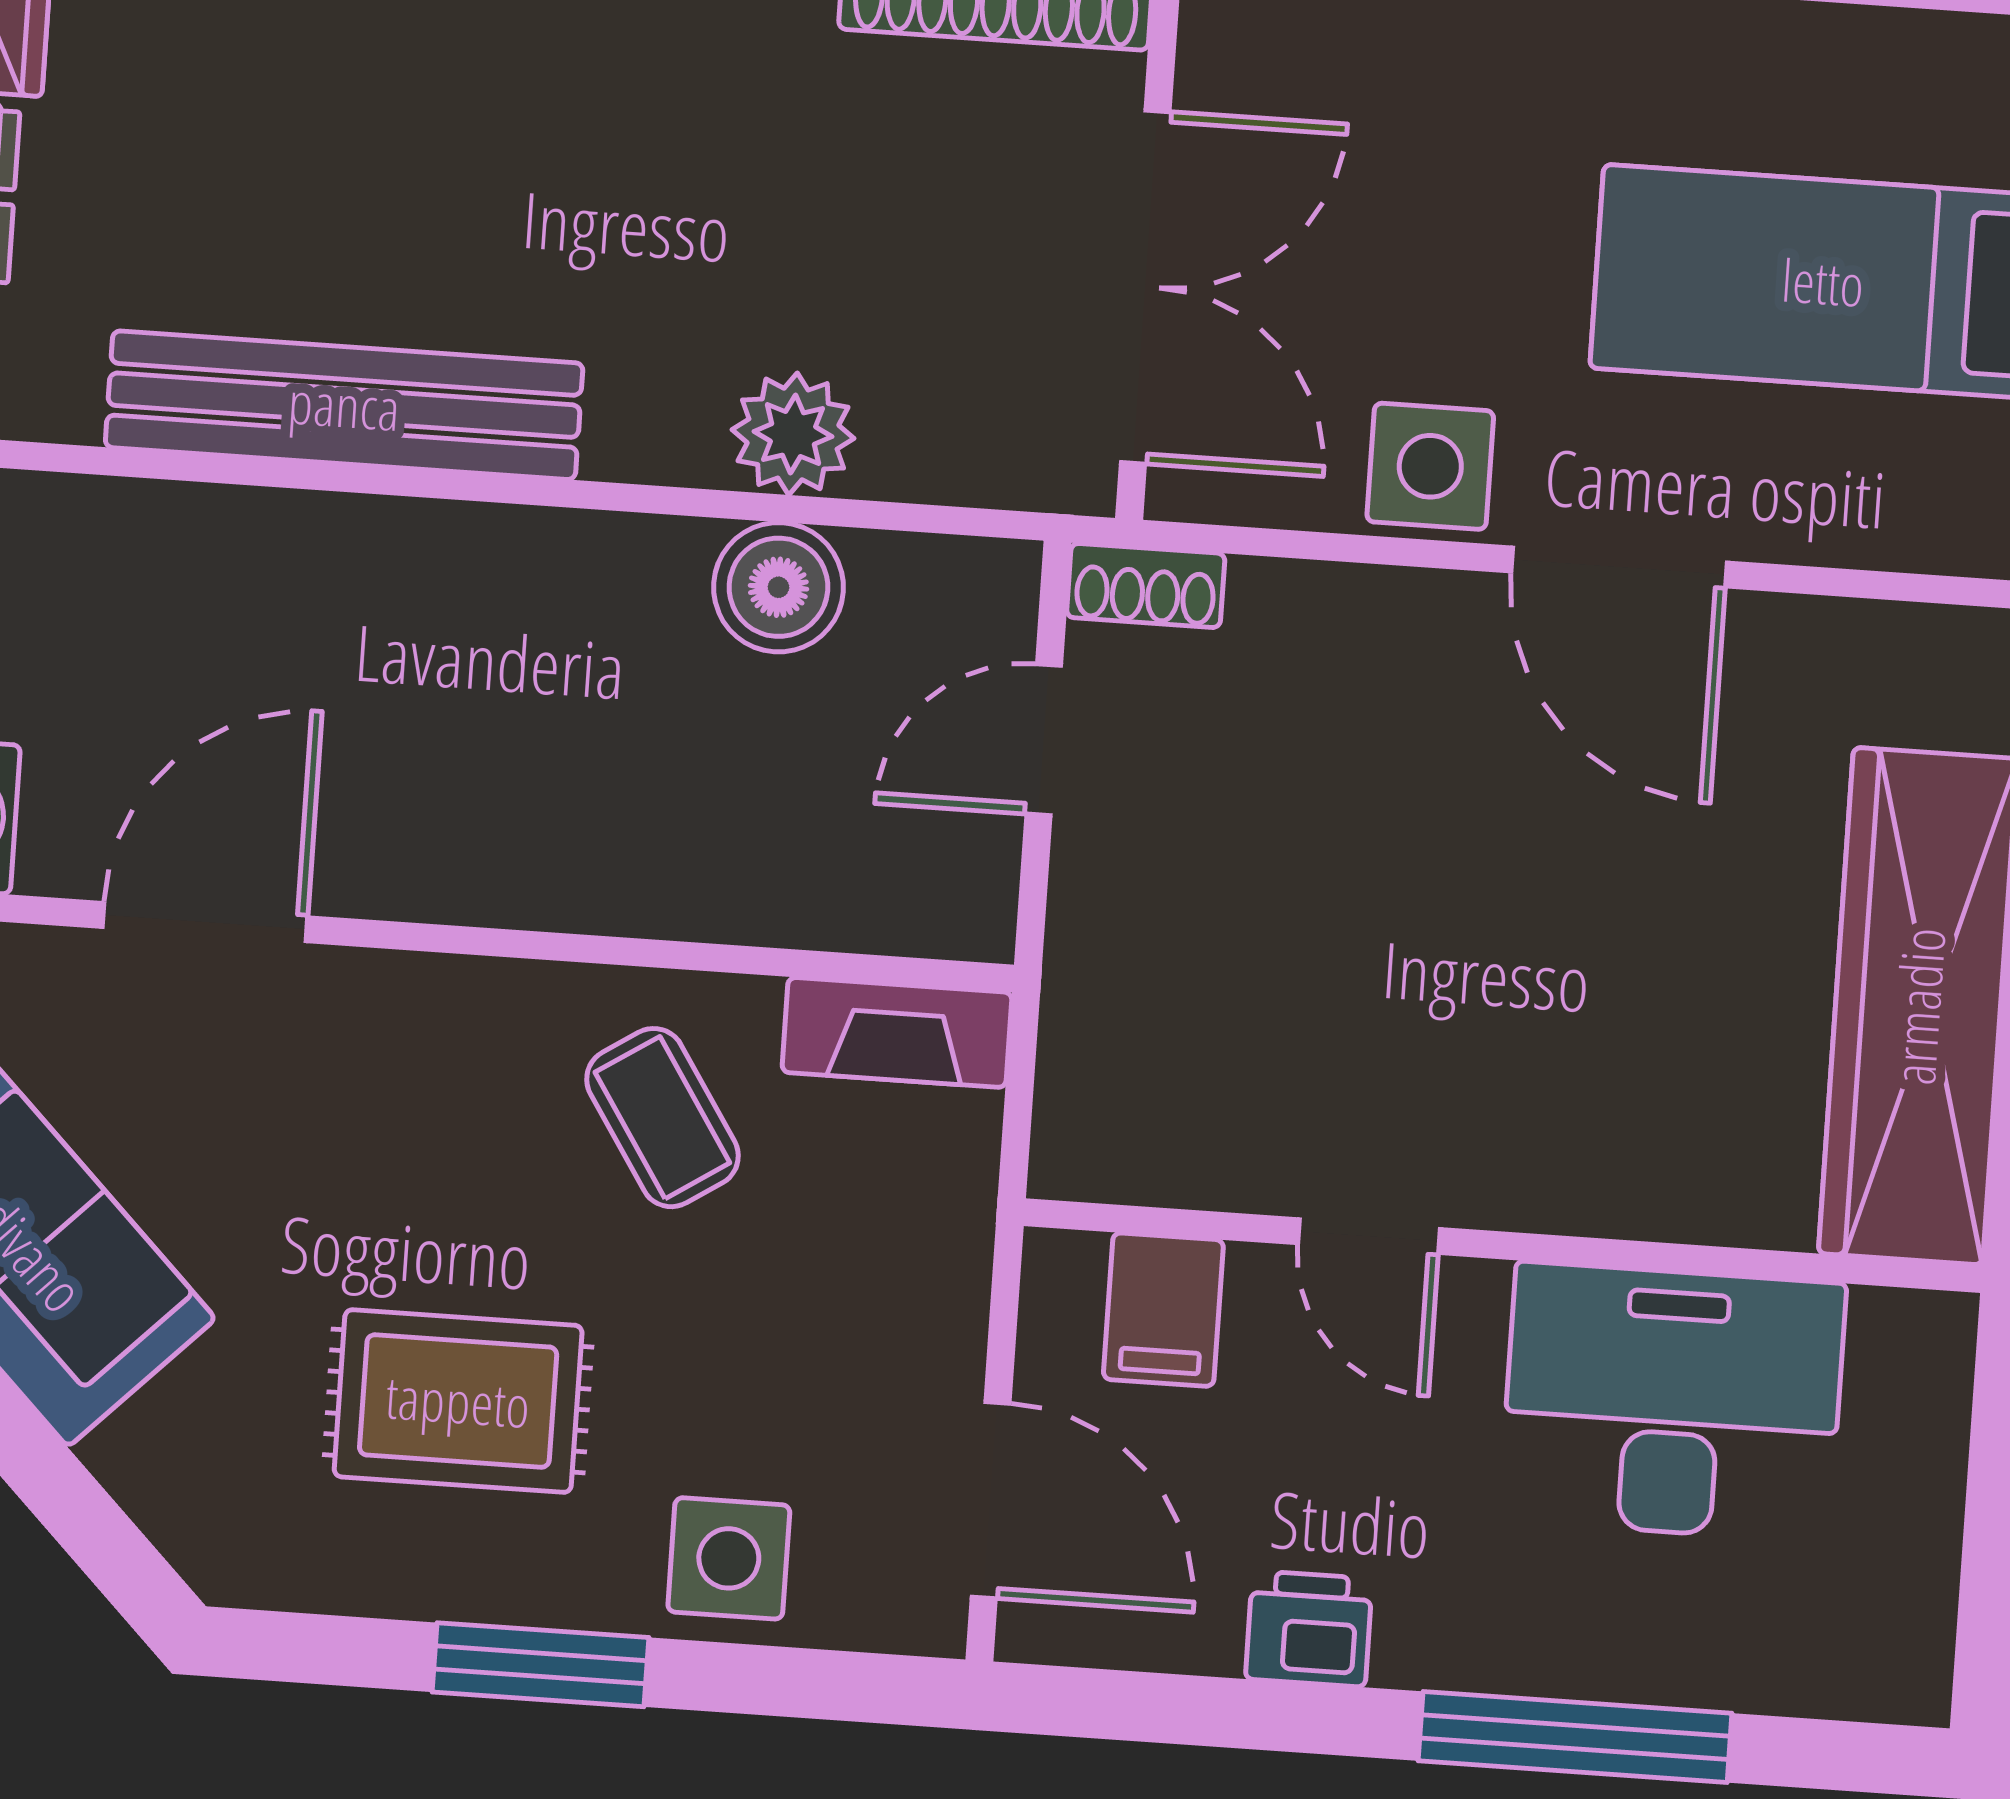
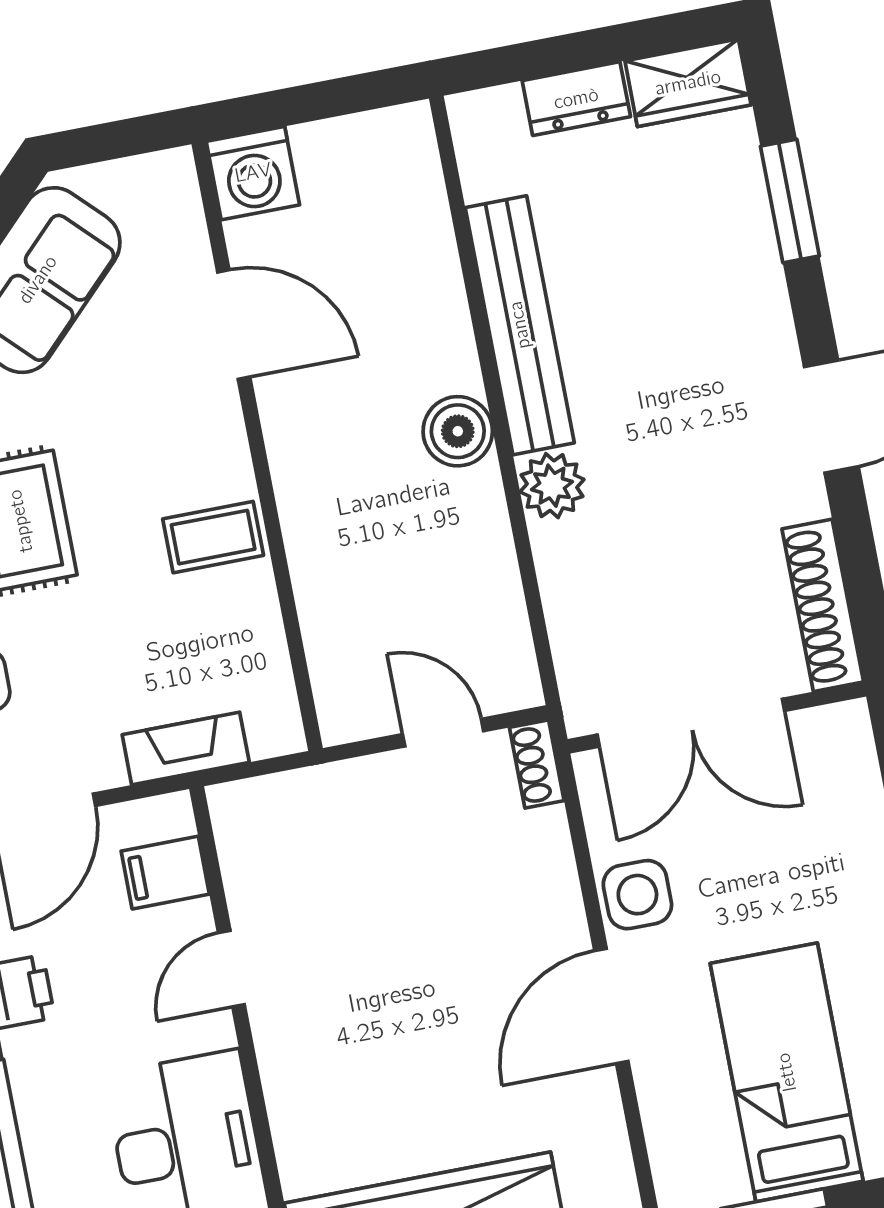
plant: (793, 434) -> (552, 486), moved
boiler: (778, 587) -> (458, 431), moved
fireplace: (897, 1032) -> (186, 749), moved, turned 90
coffee table: (662, 1118) -> (213, 537), moved, turned 33

